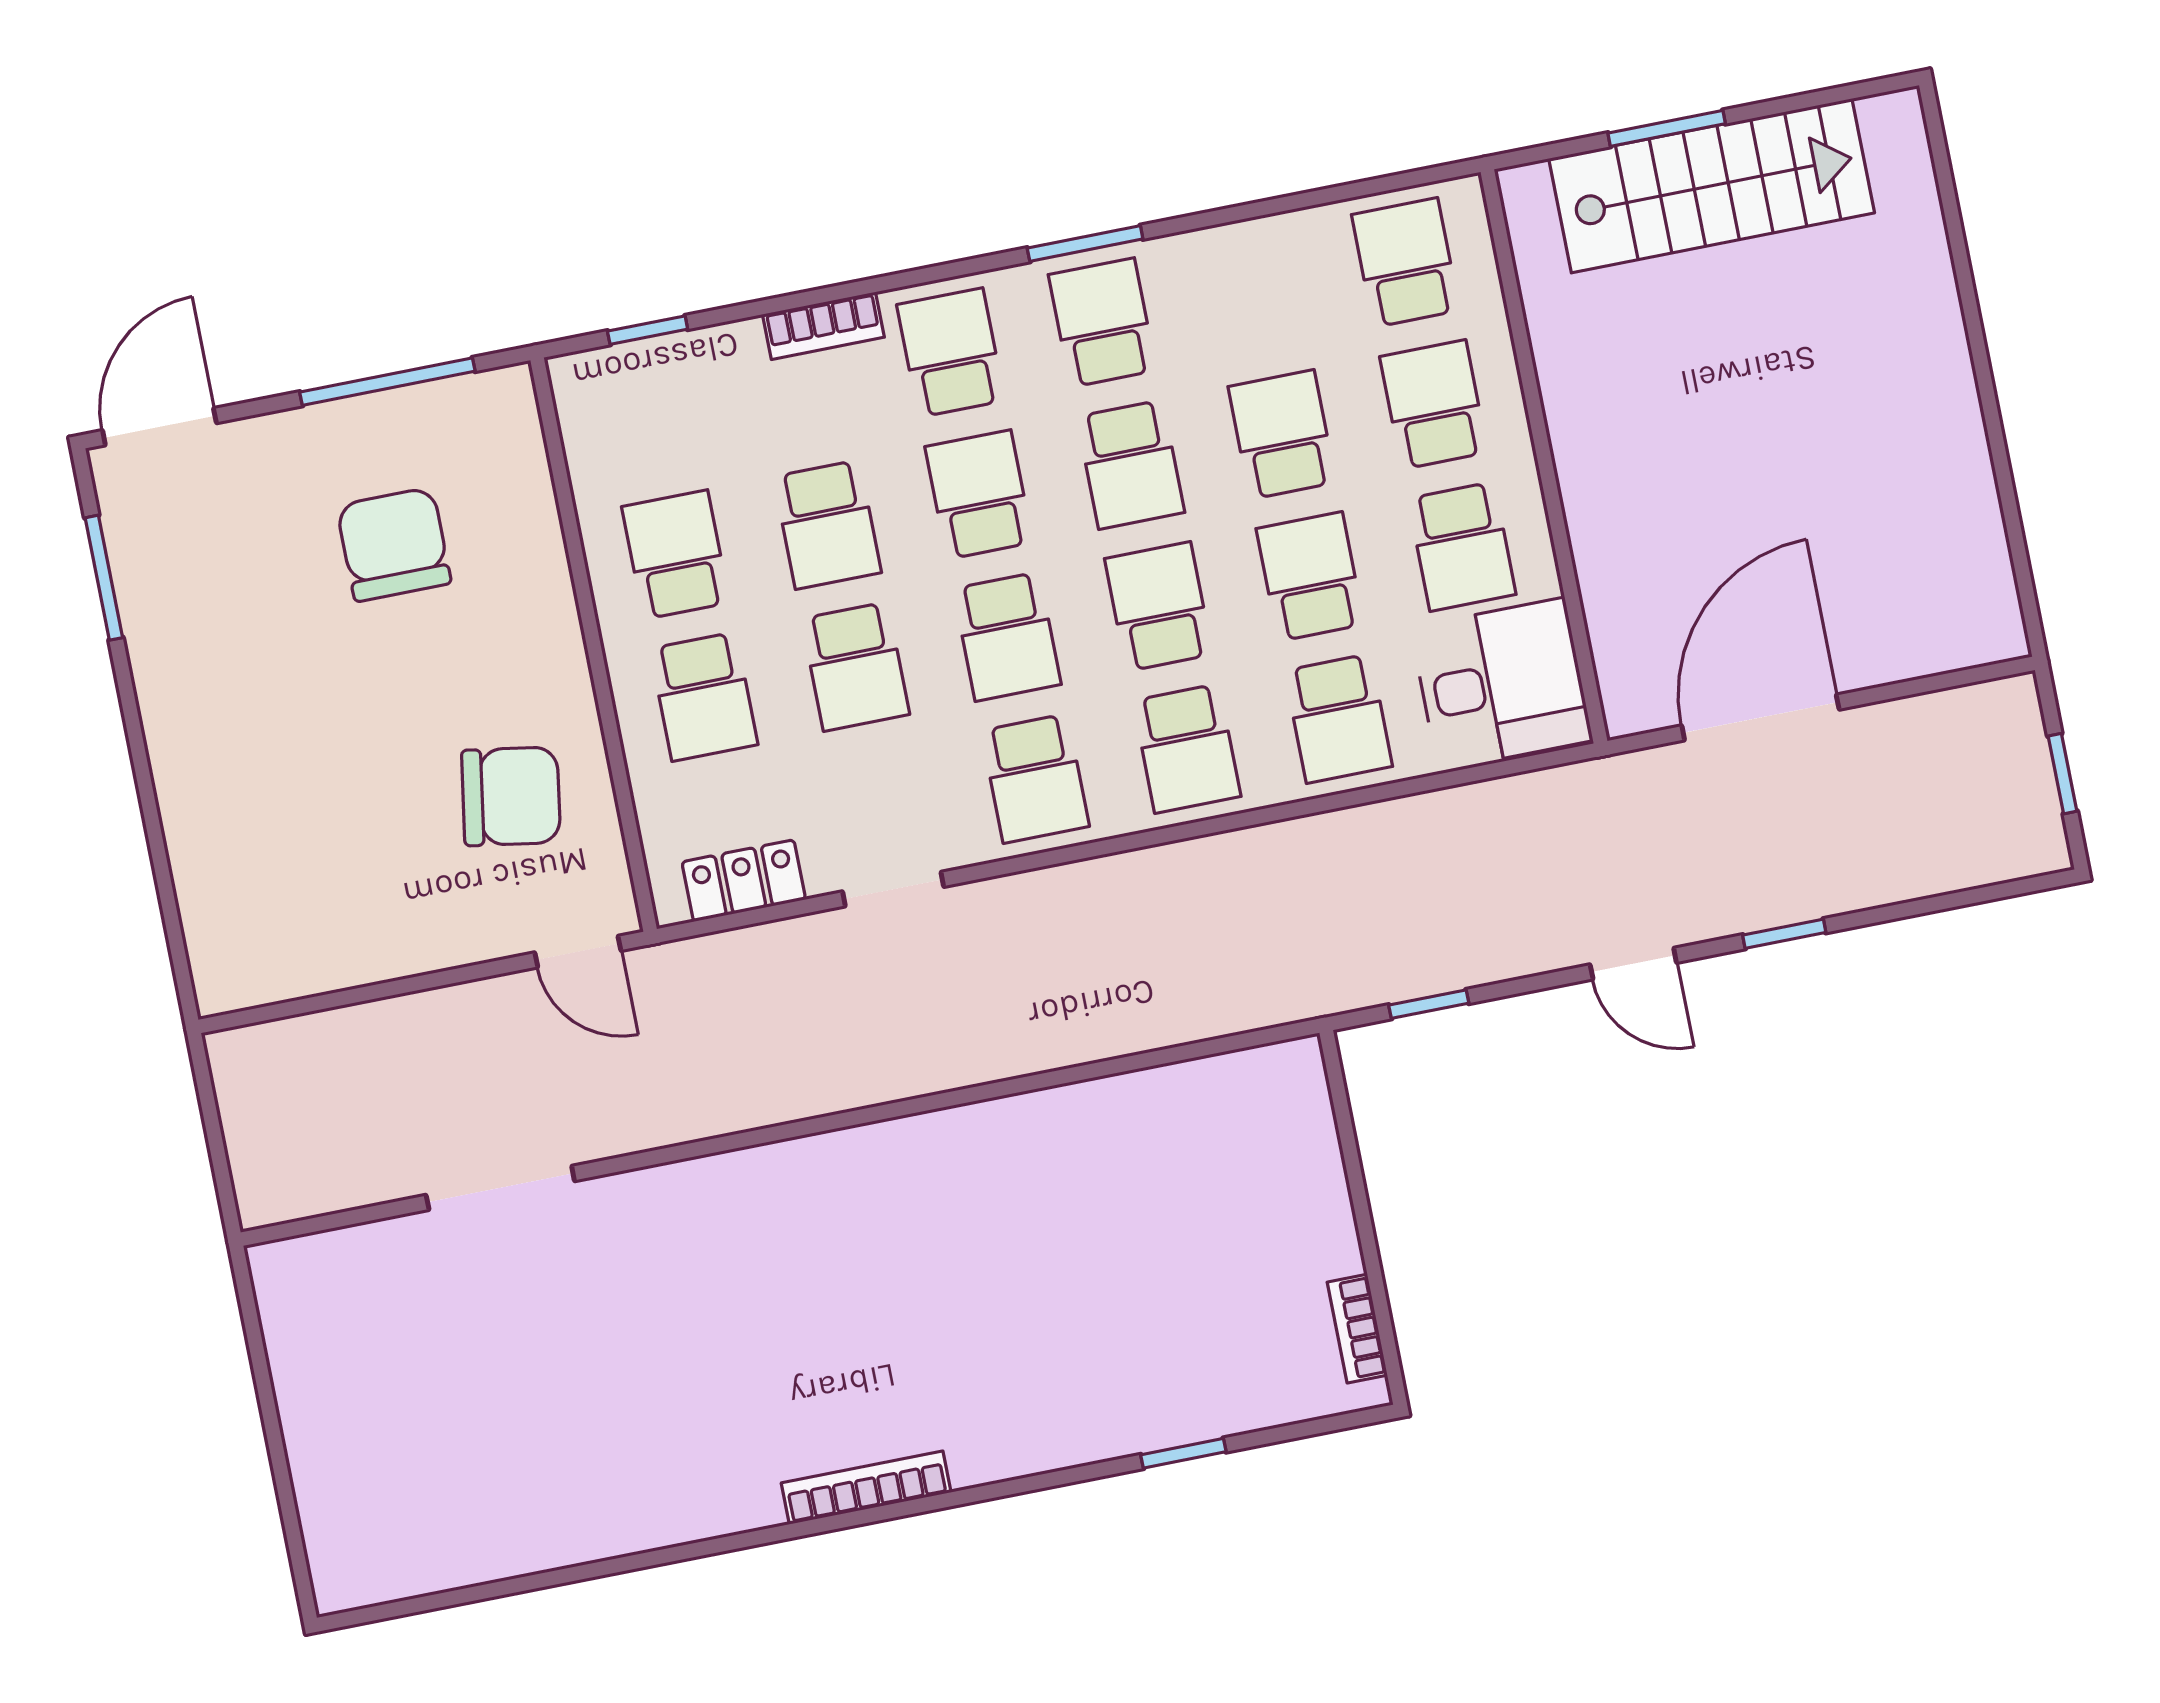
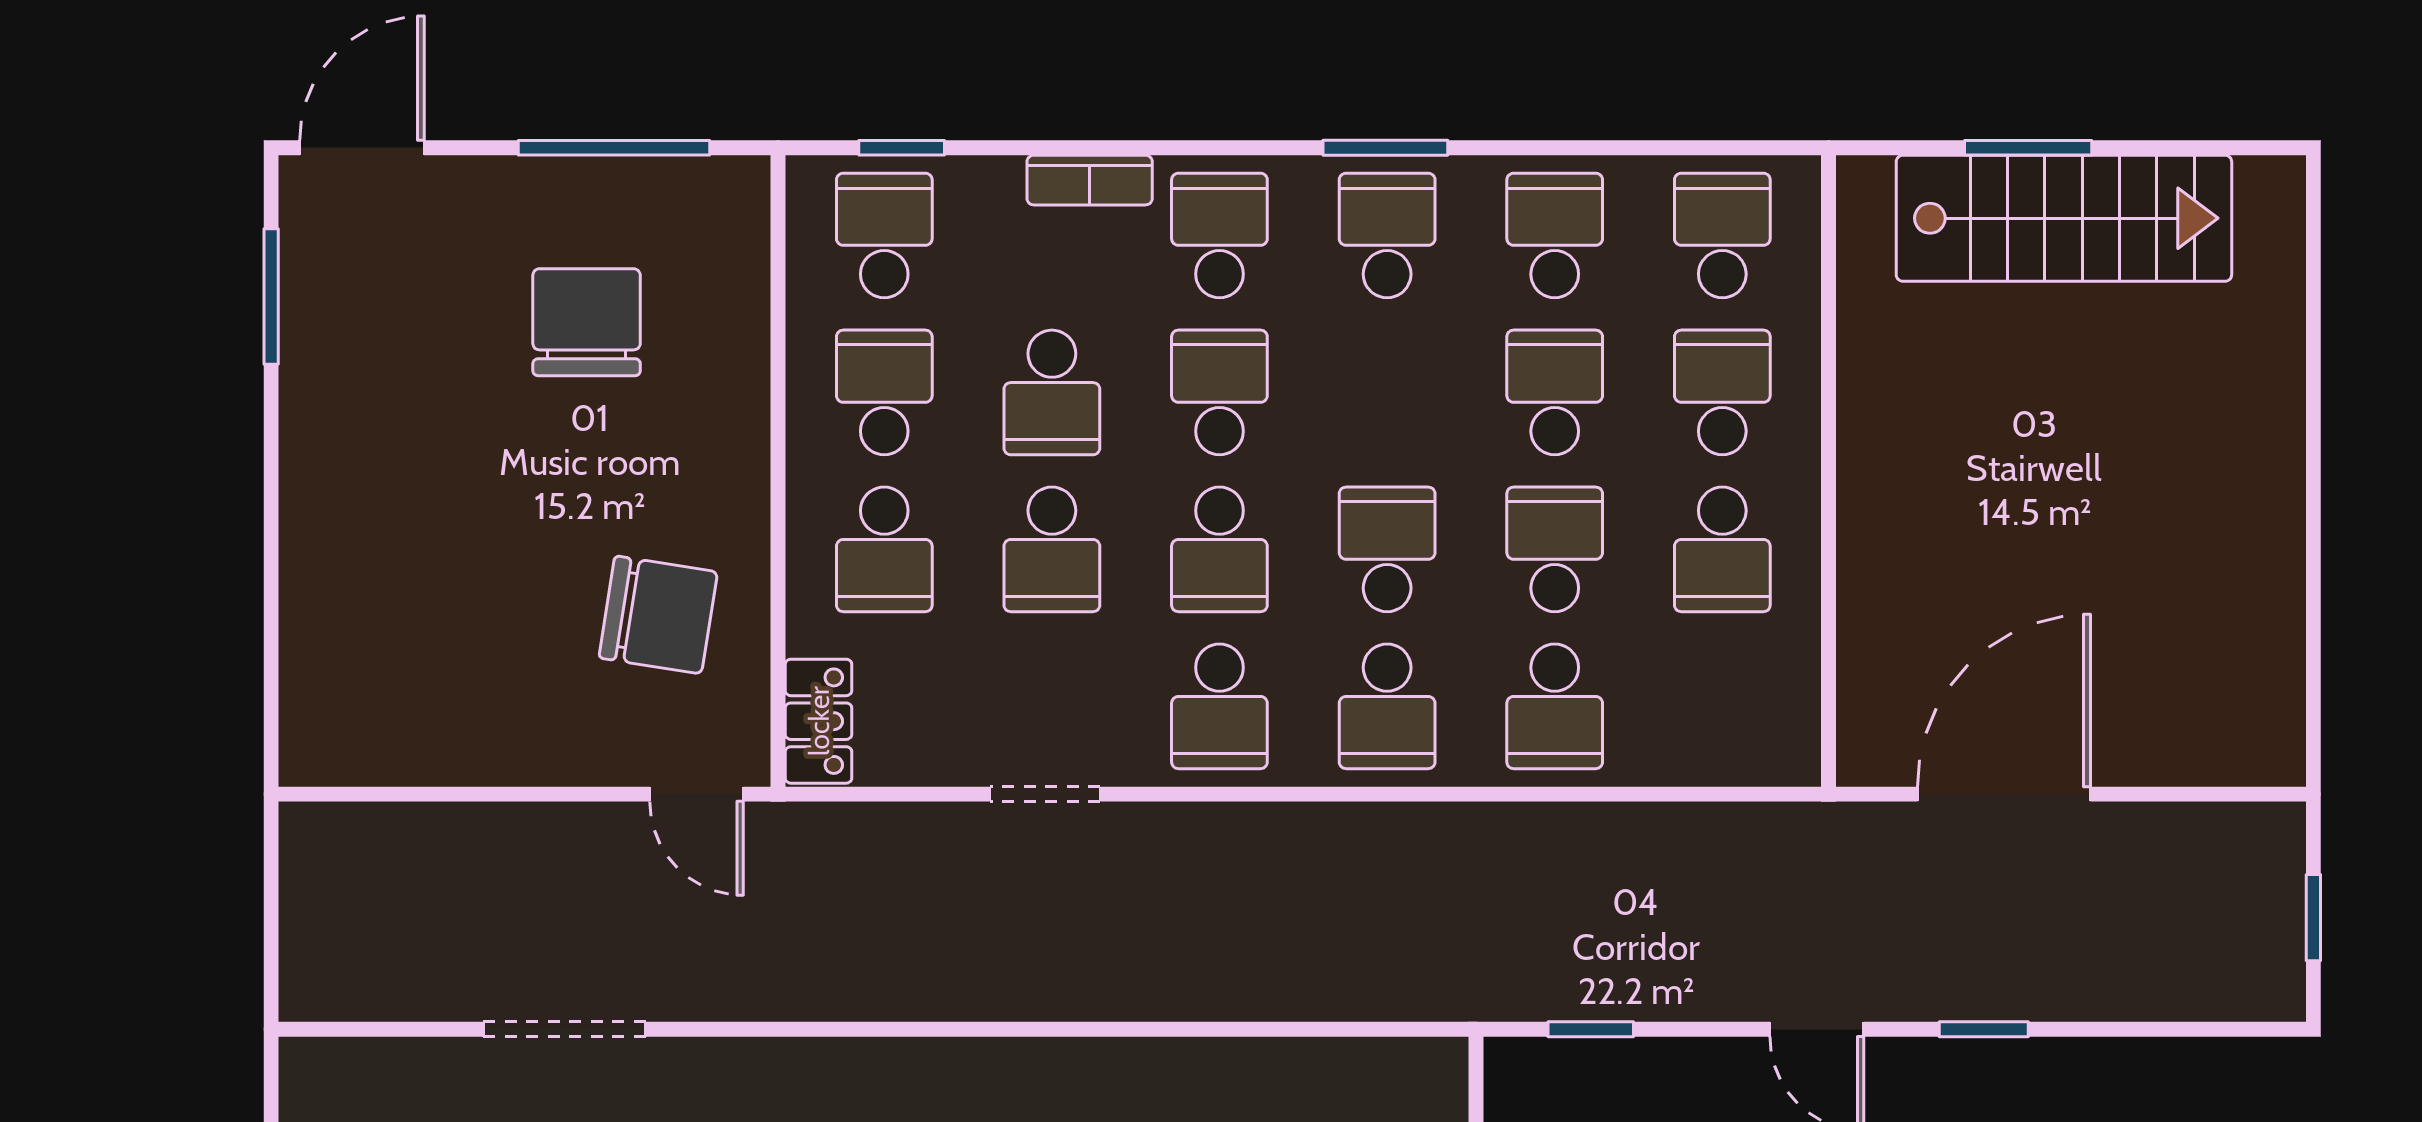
school desk: (648, 413) -> (884, 235), added
school desk: (1131, 465) -> (1555, 235), moved, turned 180
desk: (1502, 684) -> (1736, 704), removed
locker: (744, 881) -> (819, 721), moved, turned 90

